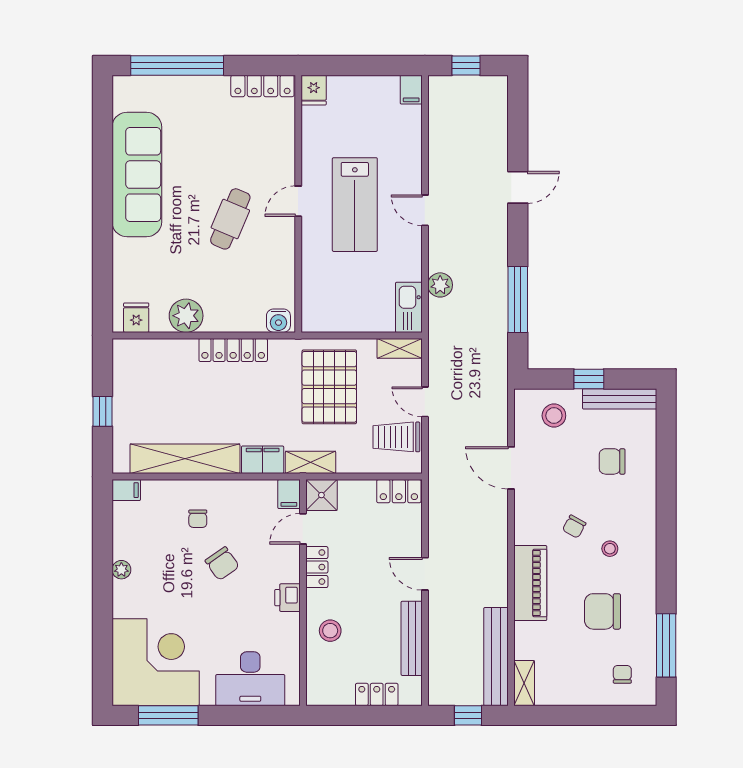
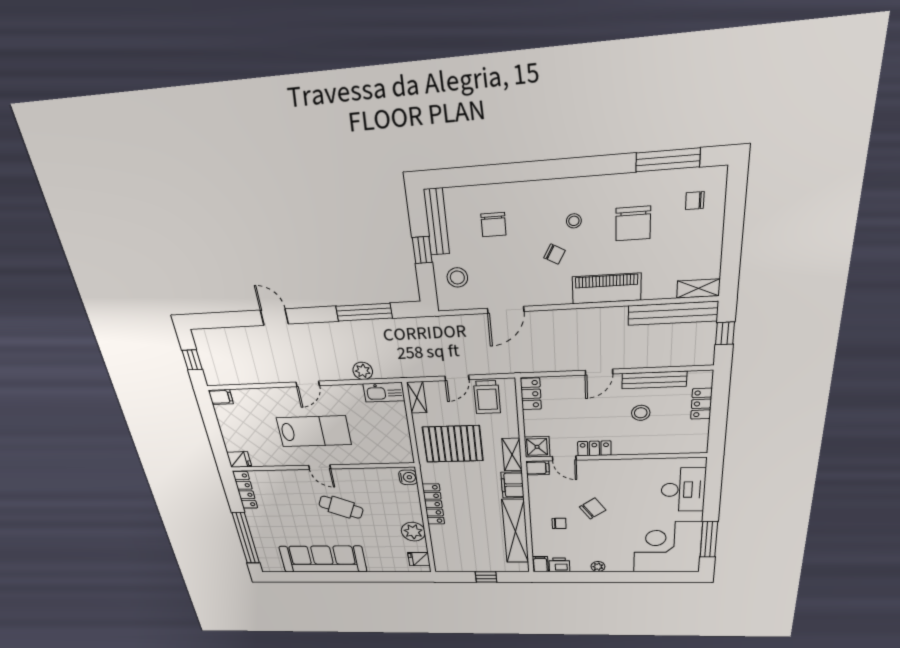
printer: (287, 598) -> (559, 565), moved, turned 180
stool: (330, 631) -> (641, 413), moved

